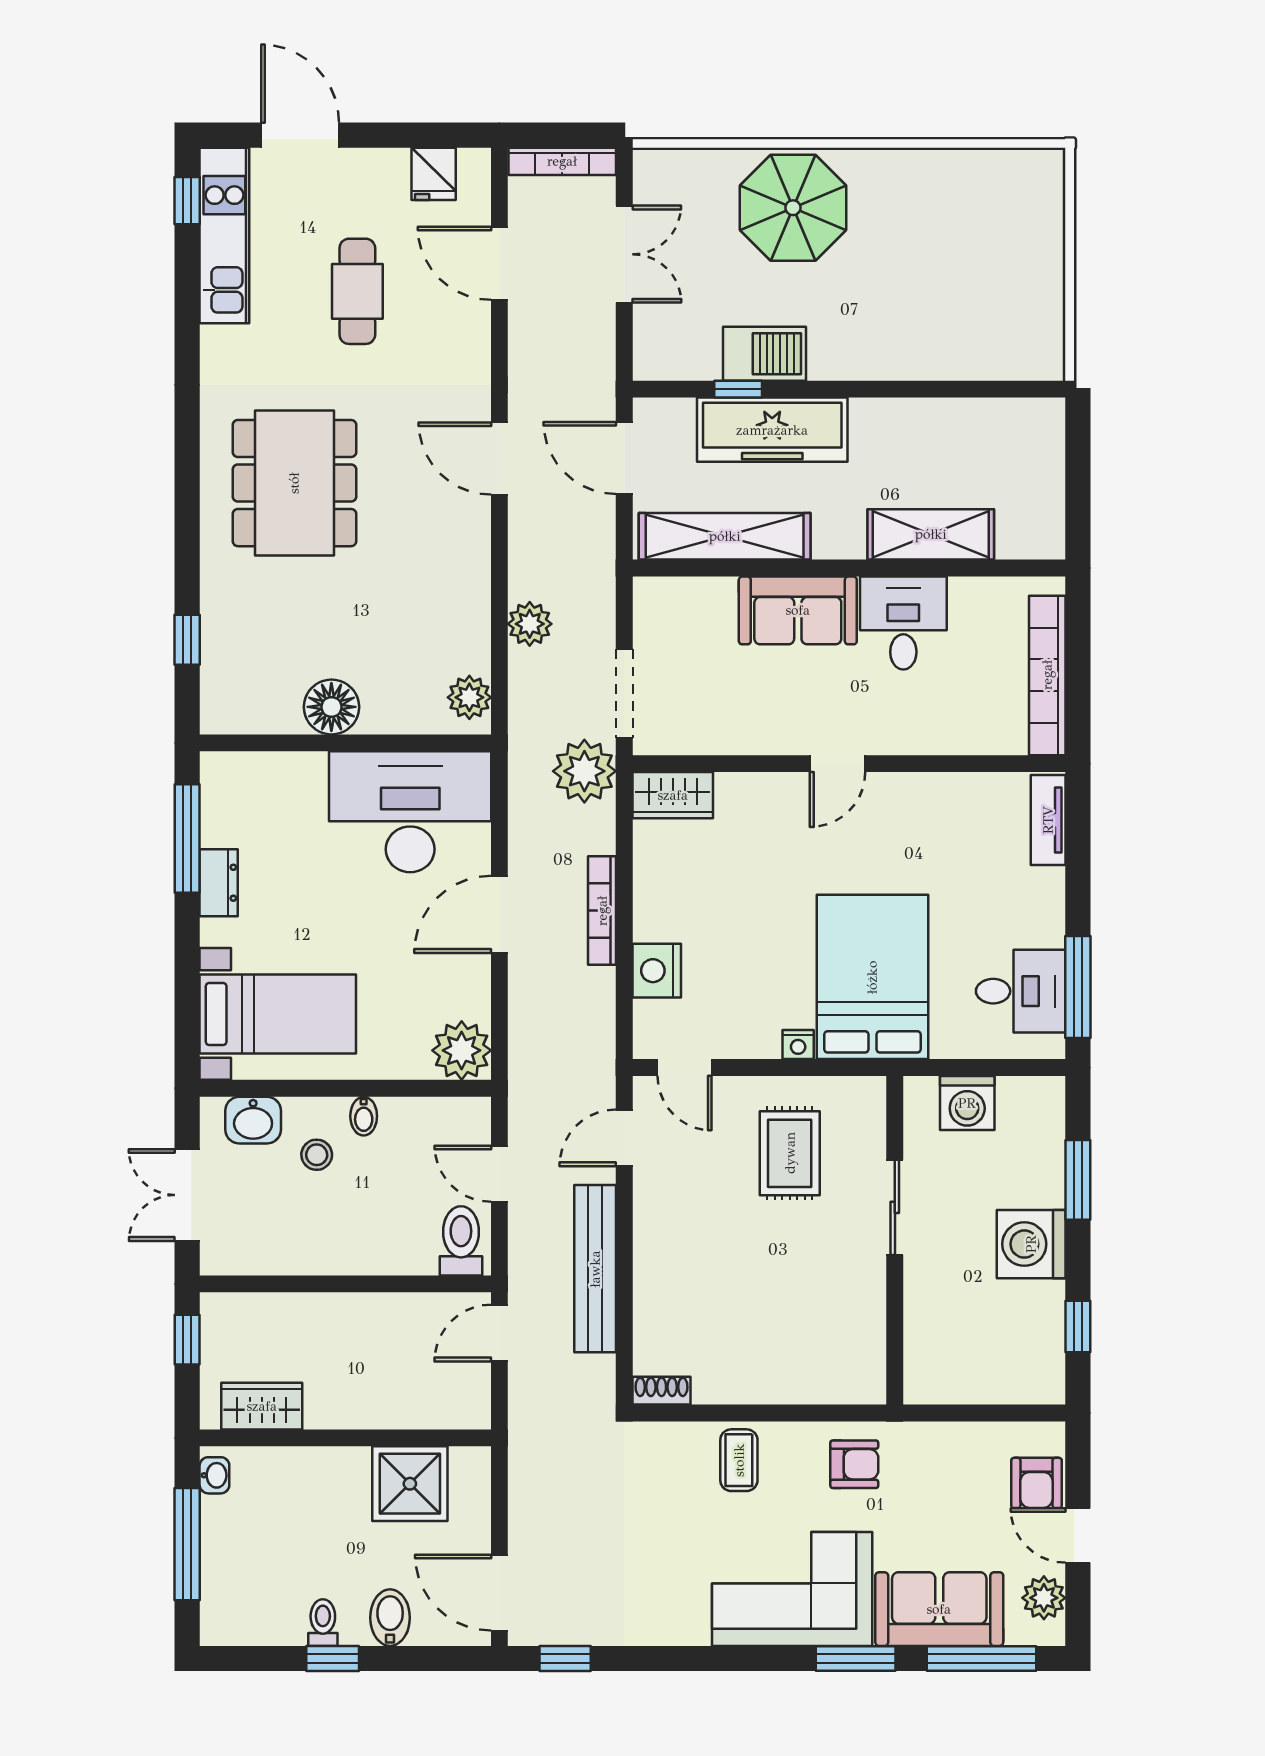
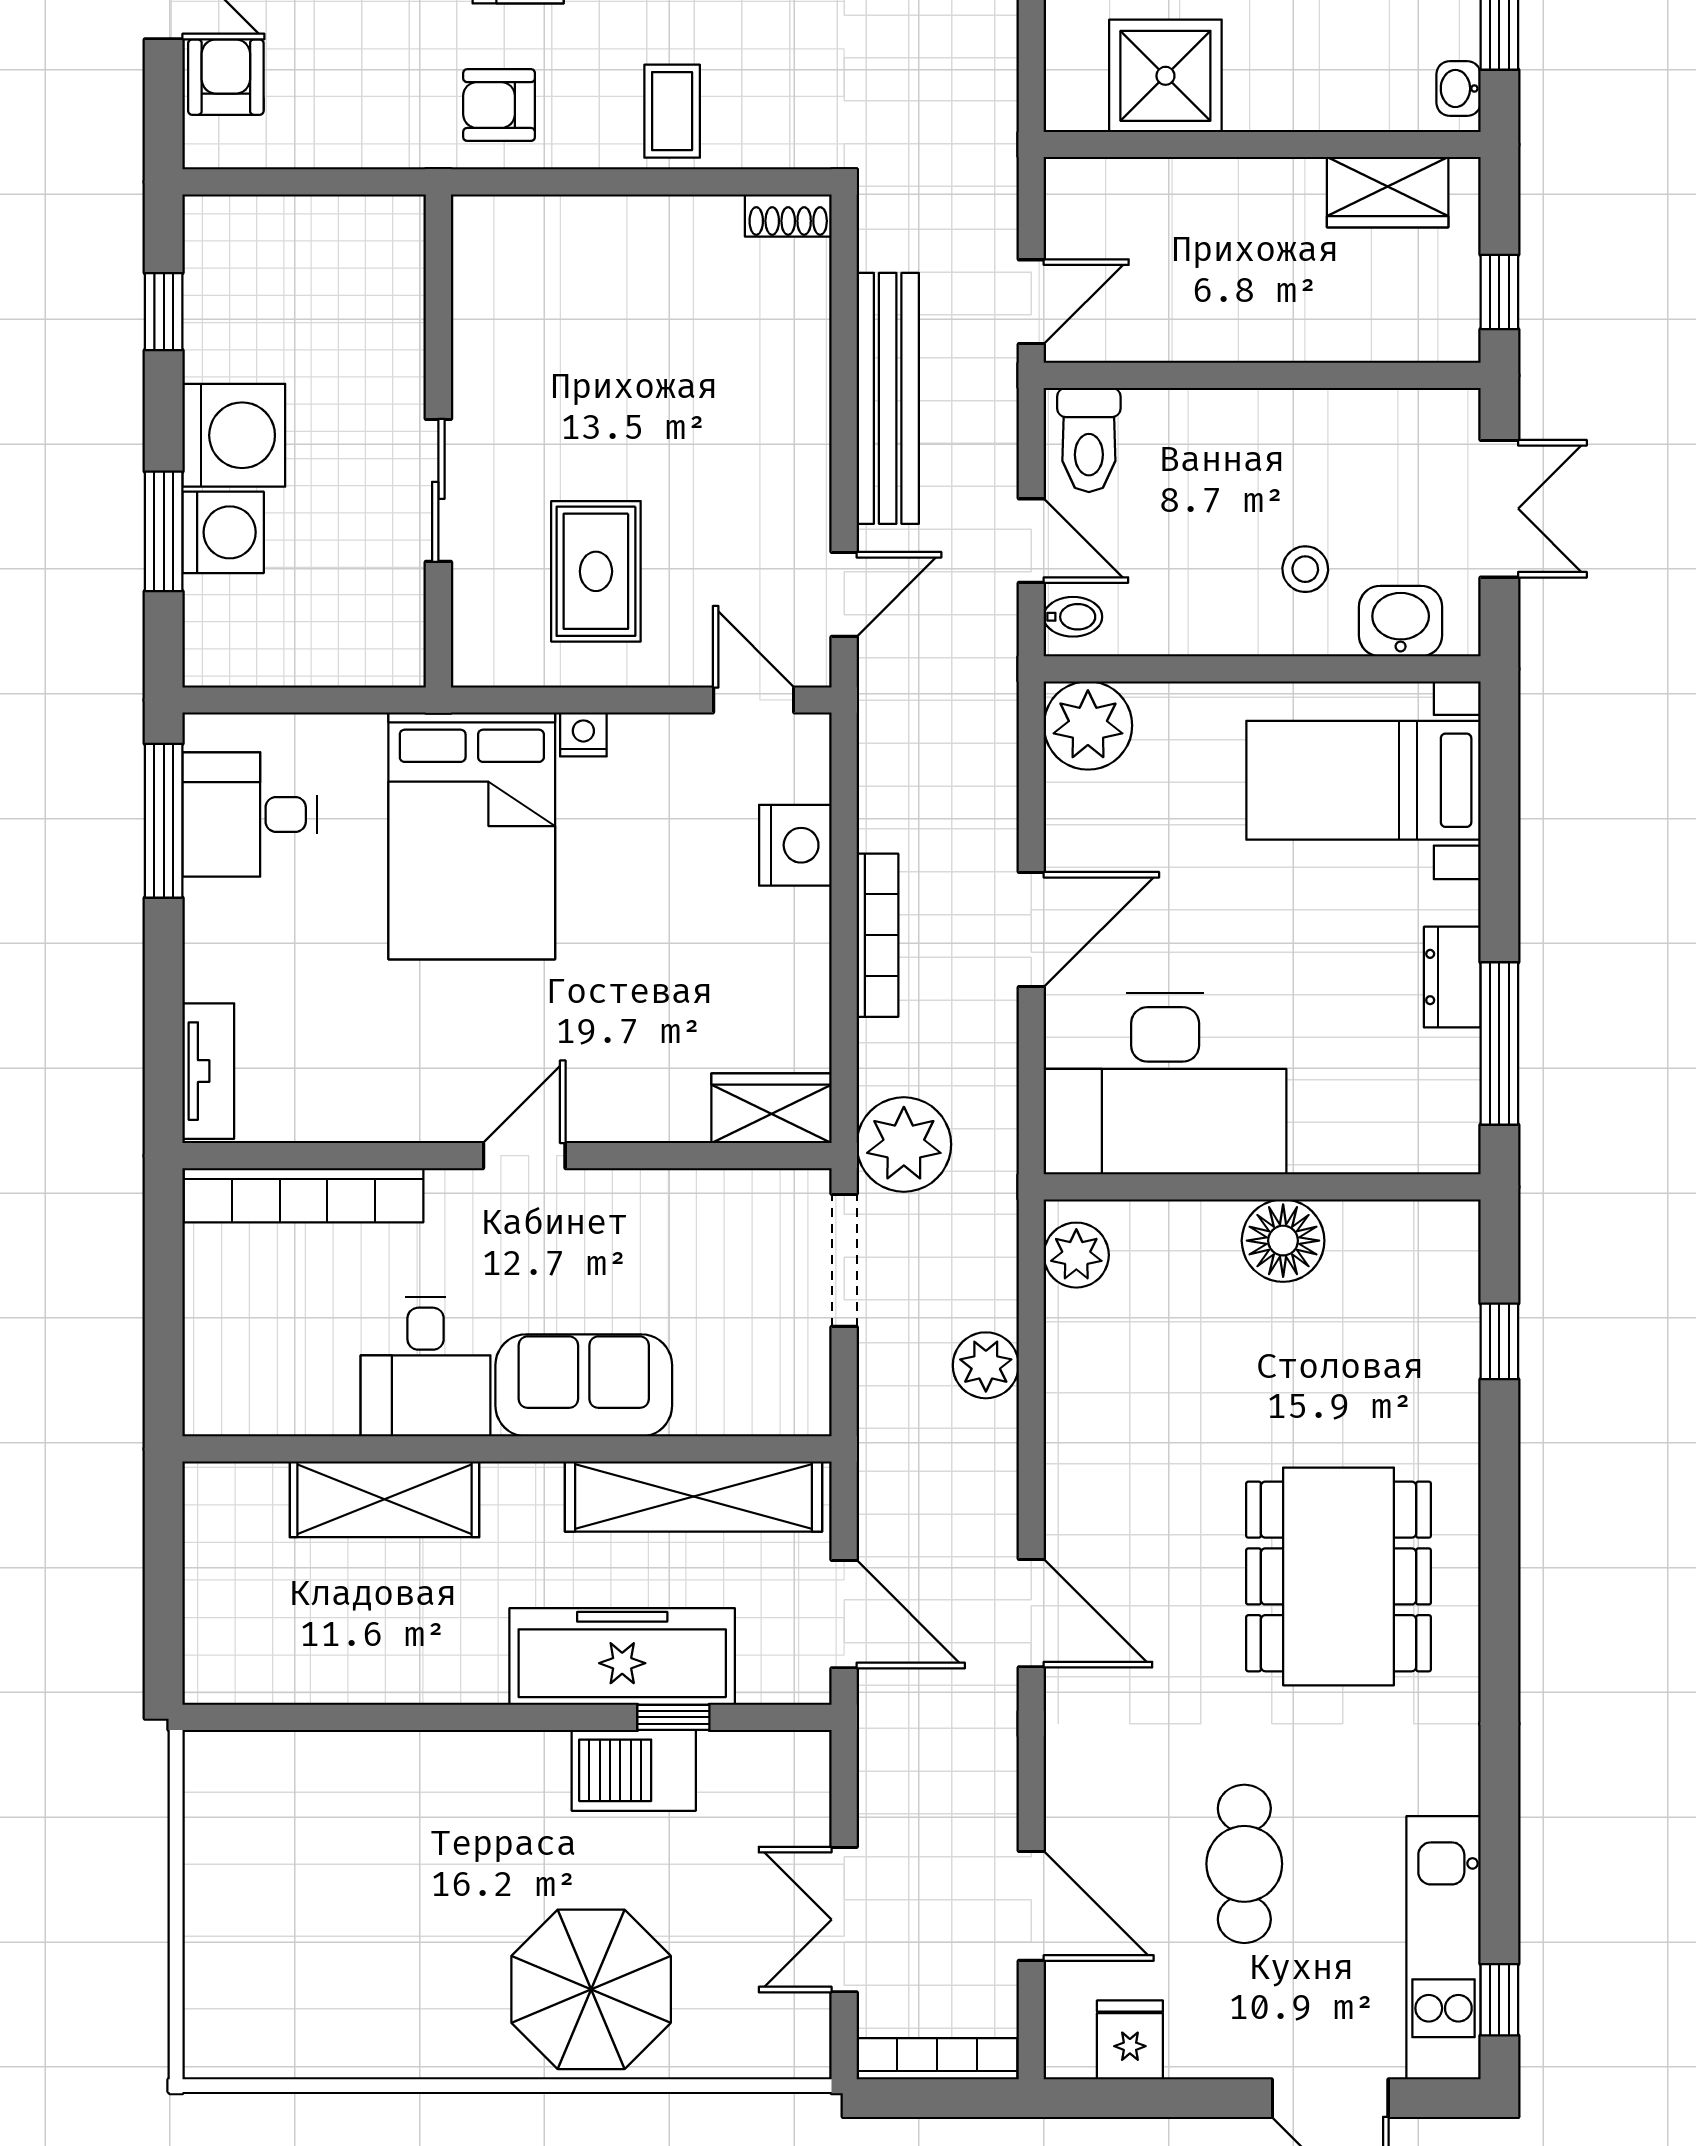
bookcase: (1047, 675) -> (304, 1195), moved, turned 90
washing machine: (967, 1103) -> (223, 532), moved, turned 90
bidet: (364, 1116) -> (1073, 617), moved, turned 90

